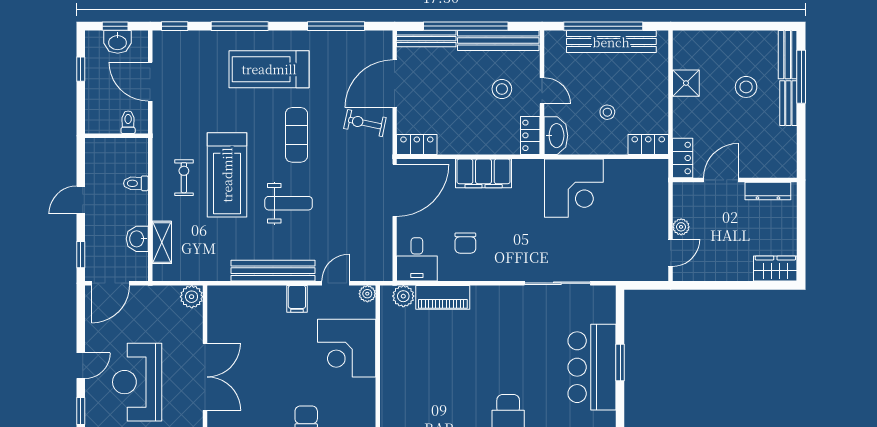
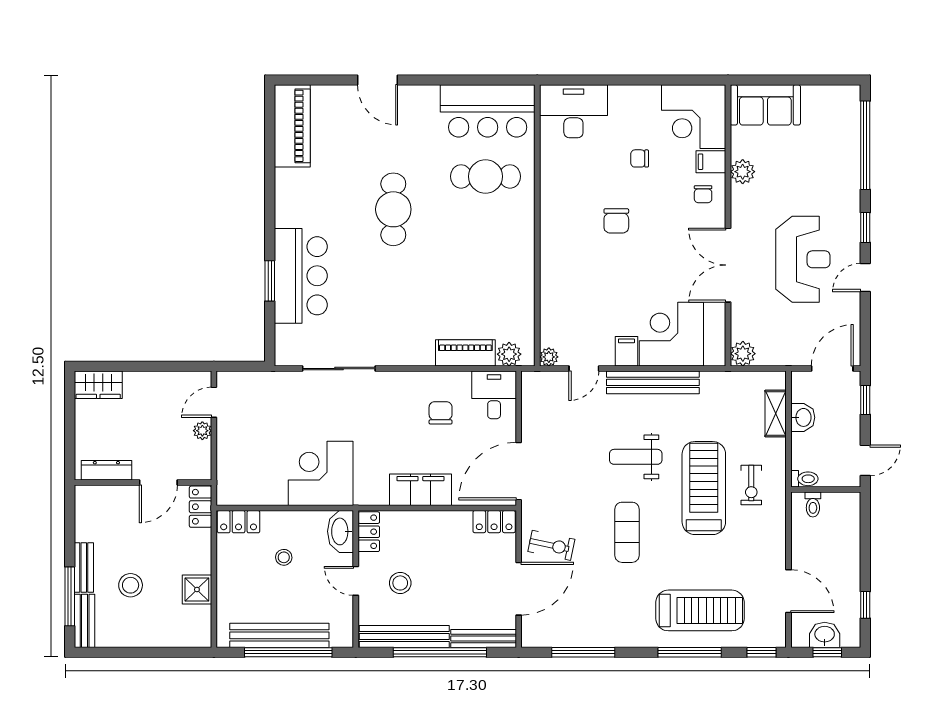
treadmill: (269, 69) -> (700, 610), moved
toilet: (128, 122) -> (813, 504), moved
wall: (117, 136) -> (826, 489), moved
corner desk: (347, 348) -> (671, 334), moved, turned -90

